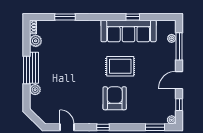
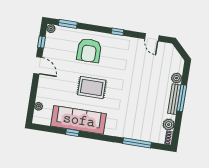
window: (65, 17) -> (137, 143), width x1.44
window: (179, 46) -> (33, 98), removed
door: (179, 80) -> (38, 65), hinge flipped
armchair: (115, 98) -> (89, 50), moved

